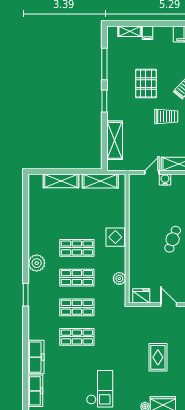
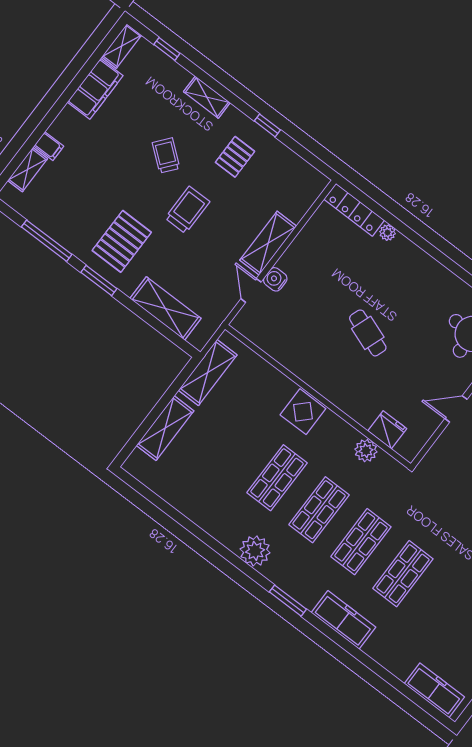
pallet: (146, 84) -> (122, 241), moved, turned 90
fridge: (141, 296) -> (387, 430), moved, turned 90
freezer: (36, 357) -> (343, 620), moved

